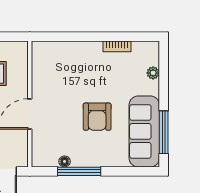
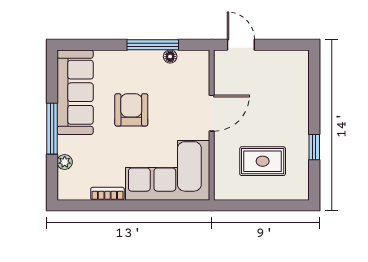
corner sofa: (67, 66) -> (168, 170), added
window: (164, 132) -> (52, 129), moved

